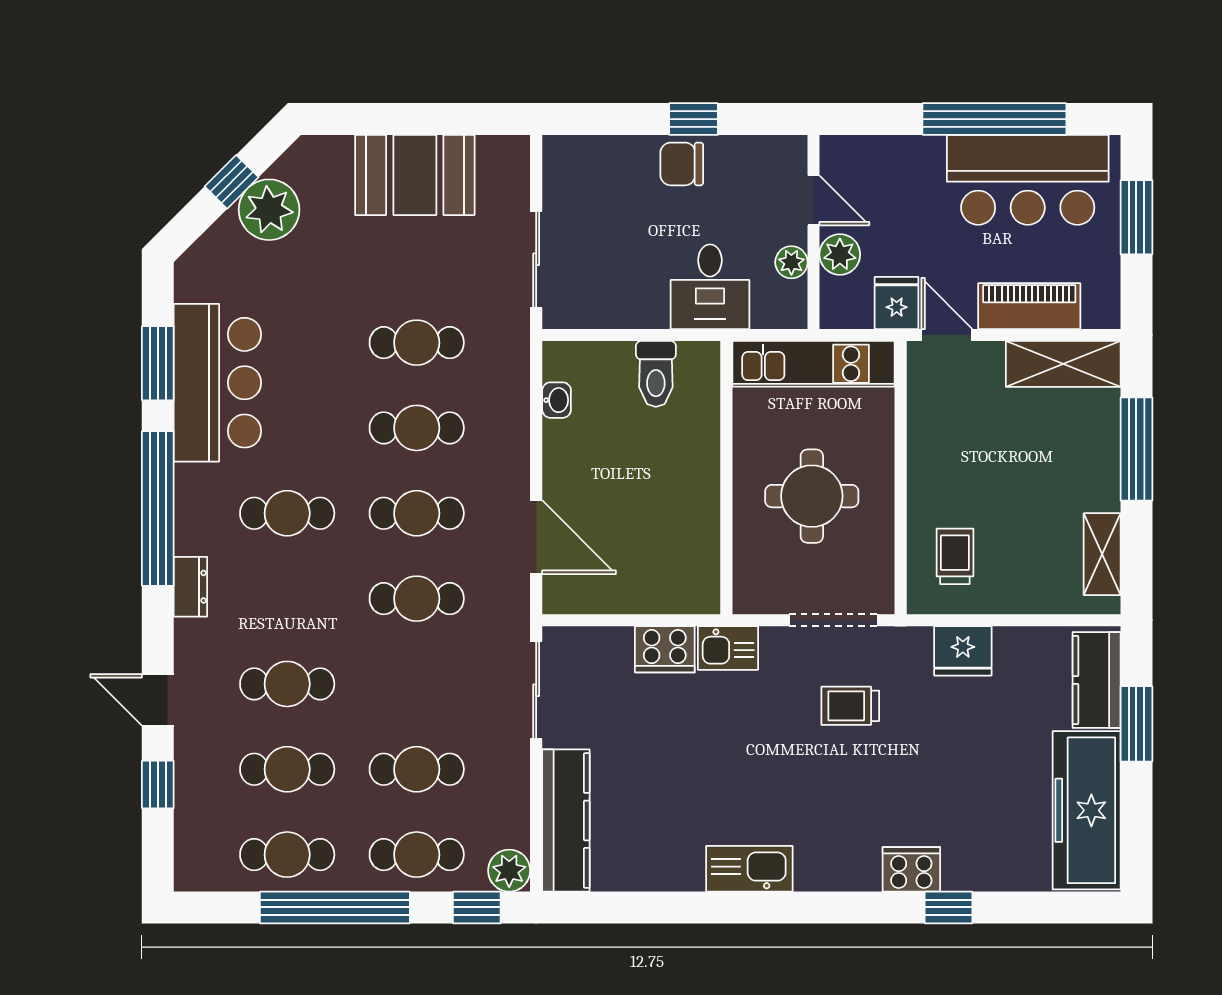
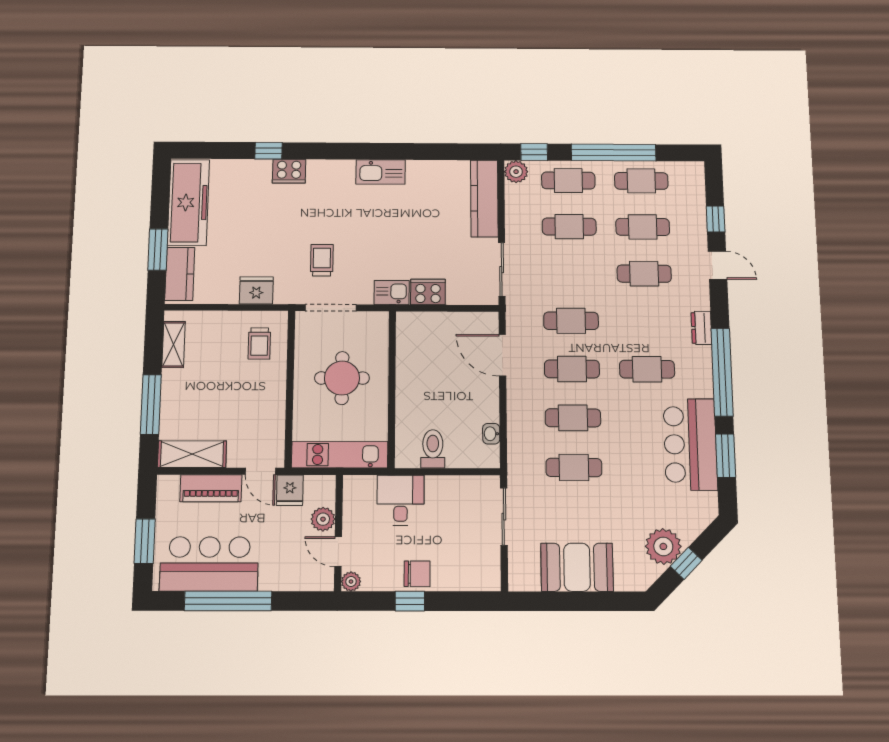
plant: (791, 262) -> (351, 582), moved
trolley: (850, 706) -> (322, 260), turned -90

